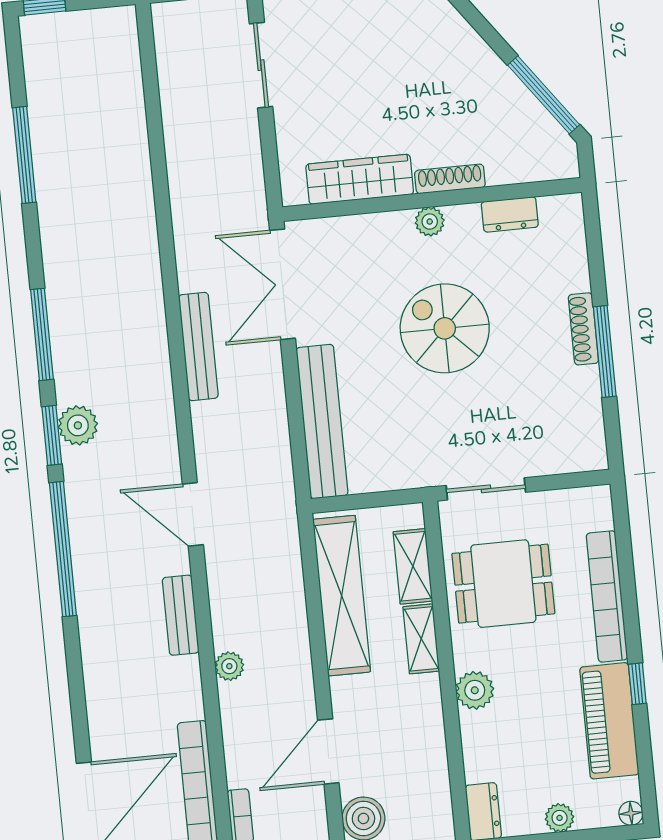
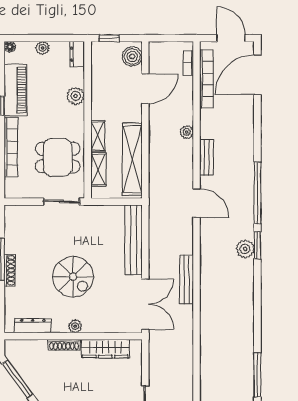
dresser: (510, 214) -> (33, 326), width x1.44
window: (42, 334) -> (257, 292), removed
plant: (475, 690) -> (76, 96), moved

